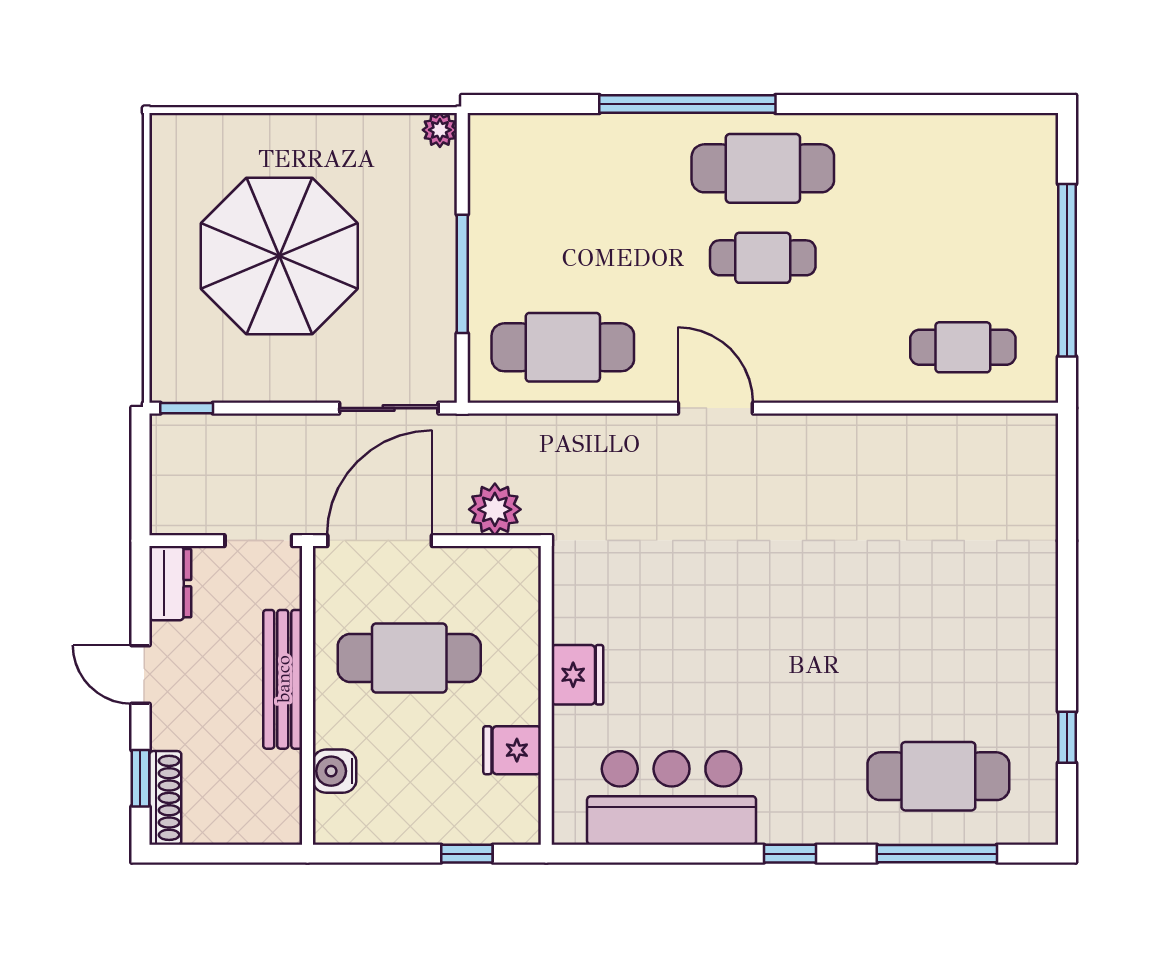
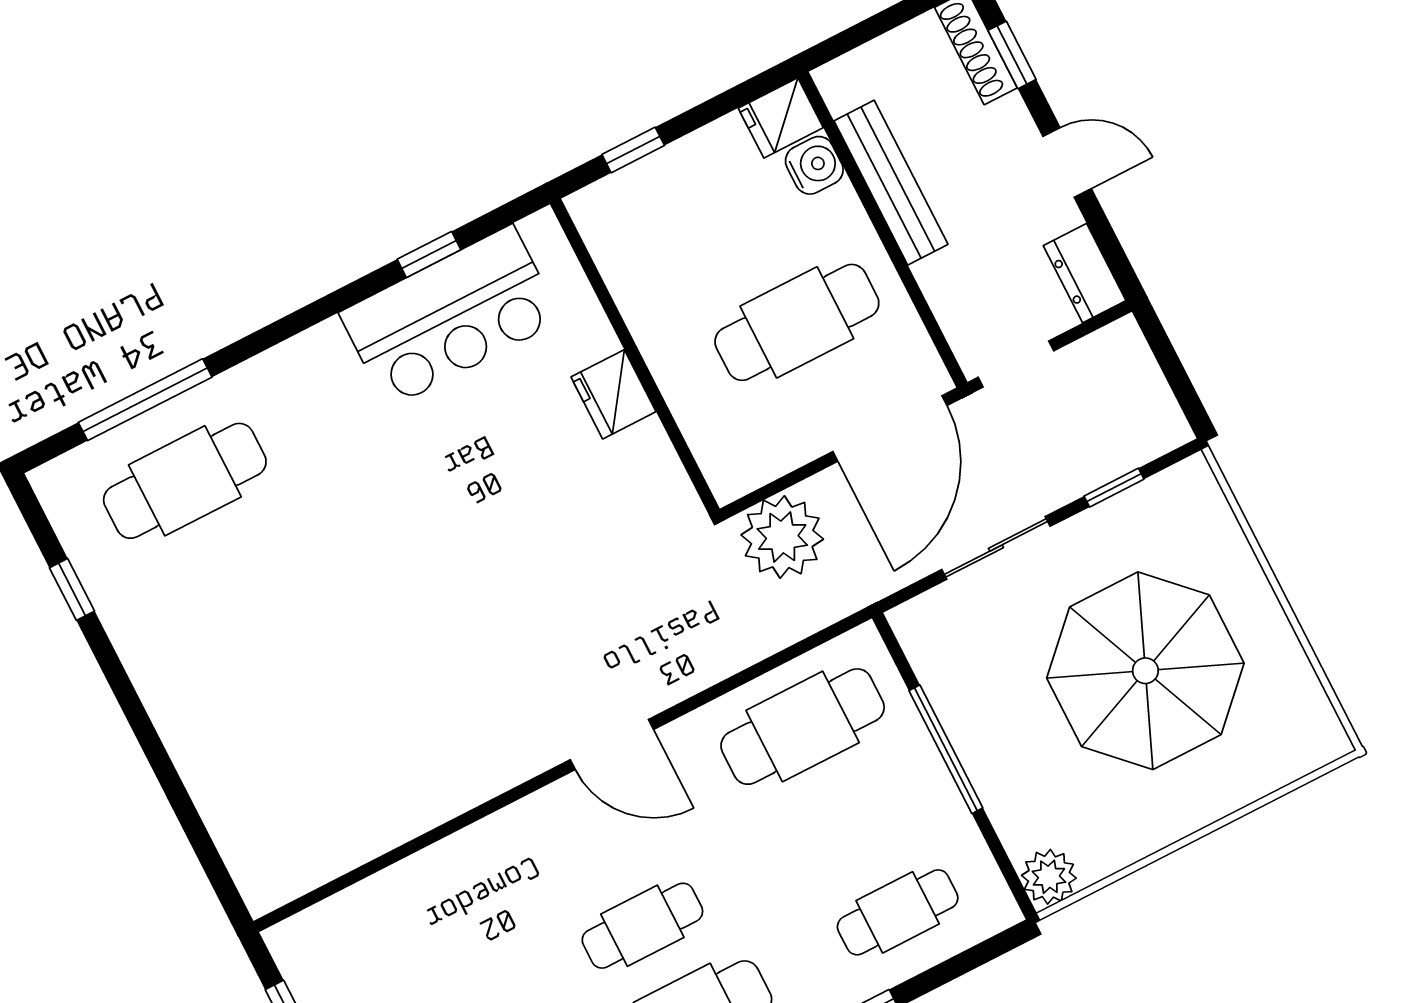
plant: (440, 130) -> (1049, 877), width x1.38, depth x1.38
cafe table: (963, 347) -> (898, 912), moved
window: (187, 408) -> (1114, 488), moved
sliding door: (389, 408) -> (996, 548), moved
plant: (495, 509) -> (782, 537), width x1.36, depth x1.36
bench: (283, 679) -> (891, 183), moved
fridge: (512, 750) -> (781, 118), moved, turned 180
window: (790, 854) -> (429, 254), moved

